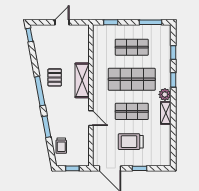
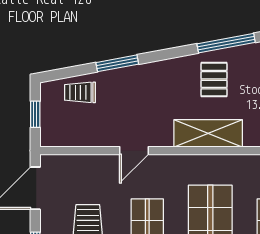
pallet: (55, 77) -> (214, 80), turned 90
window: (40, 91) -> (226, 43), moved

